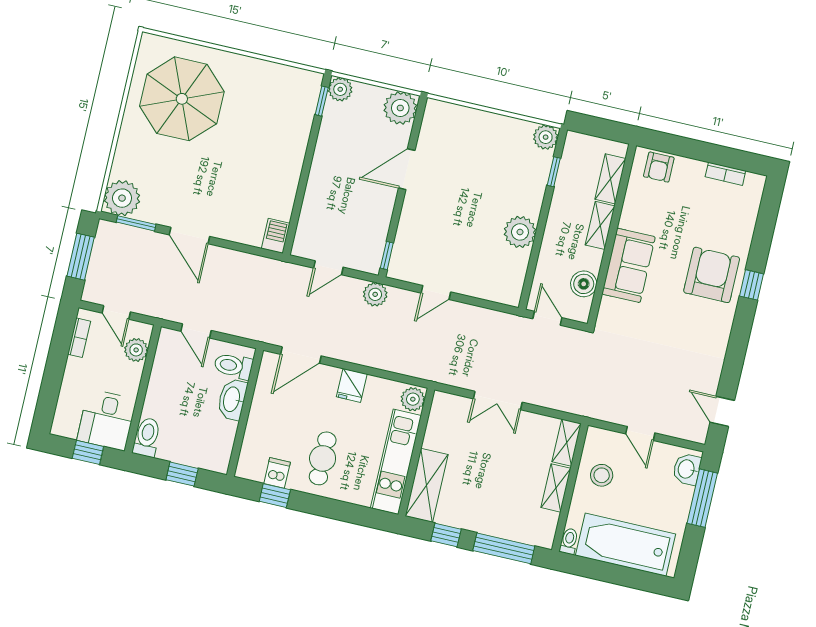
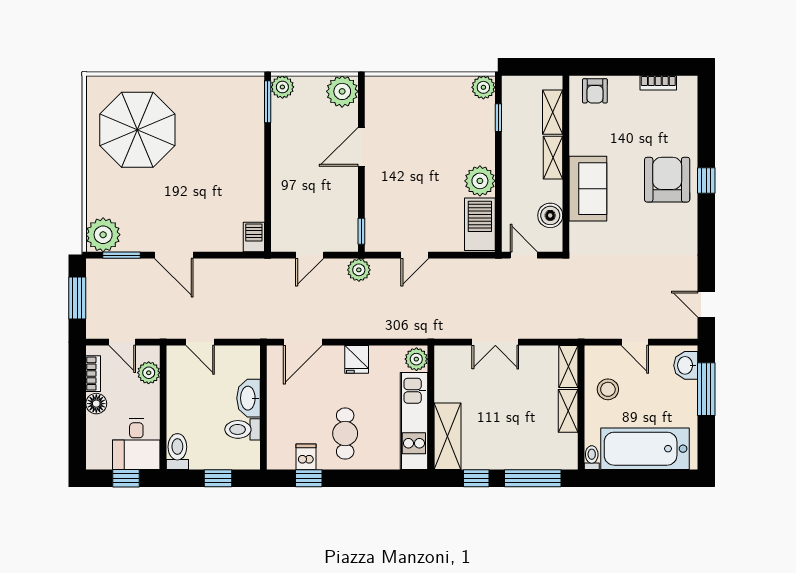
window: (322, 101) -> (268, 102), width x1.50
barbecue: (510, 276) -> (480, 224), added
toilet: (233, 366) -> (243, 429), moved
floor lamp: (75, 369) -> (96, 404), added

